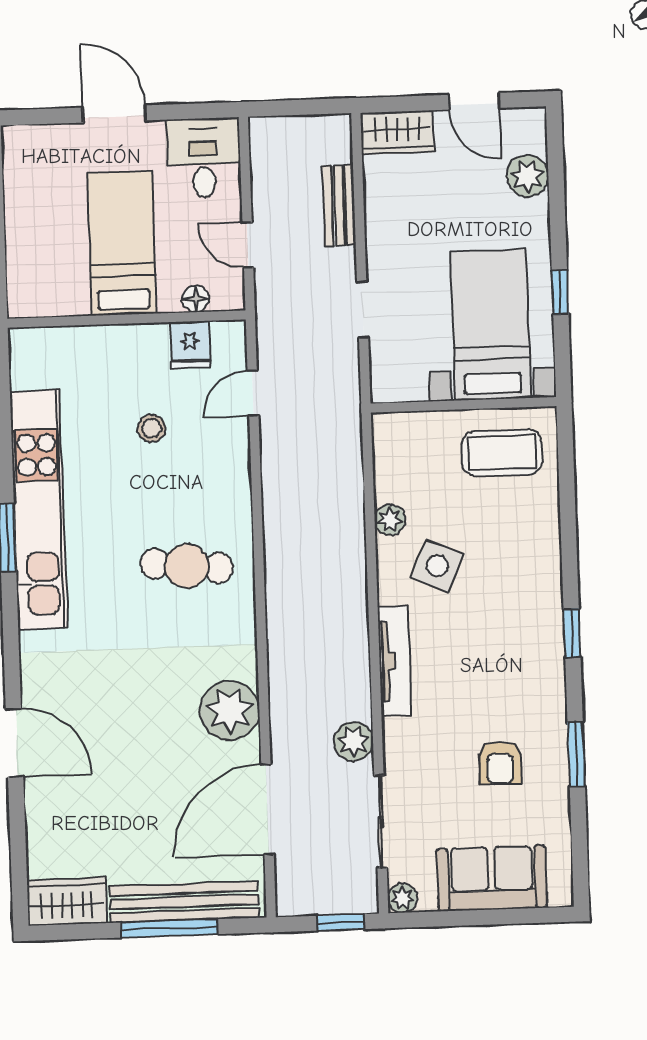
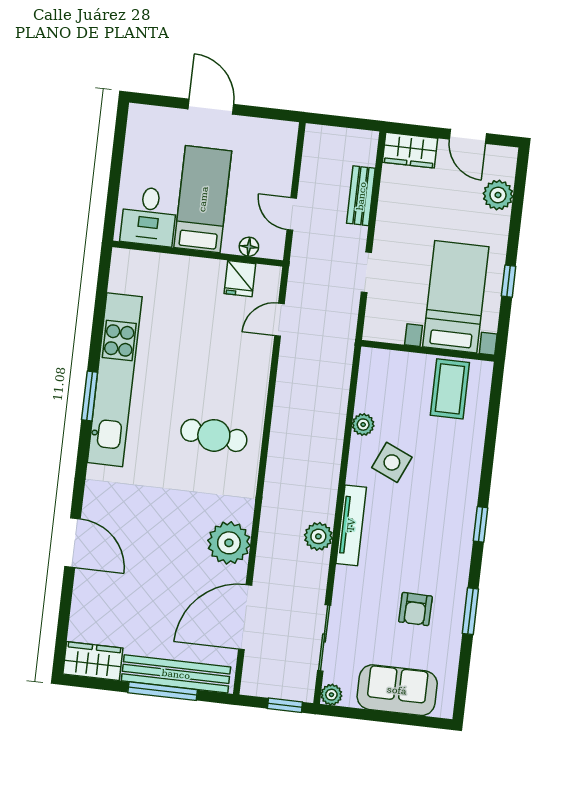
desk: (204, 158) -> (149, 216), moved, turned 180
stool: (152, 428) -> (204, 334), removed
coffee table: (502, 453) -> (450, 389), turned 90
plant: (354, 741) -> (318, 536), moved

